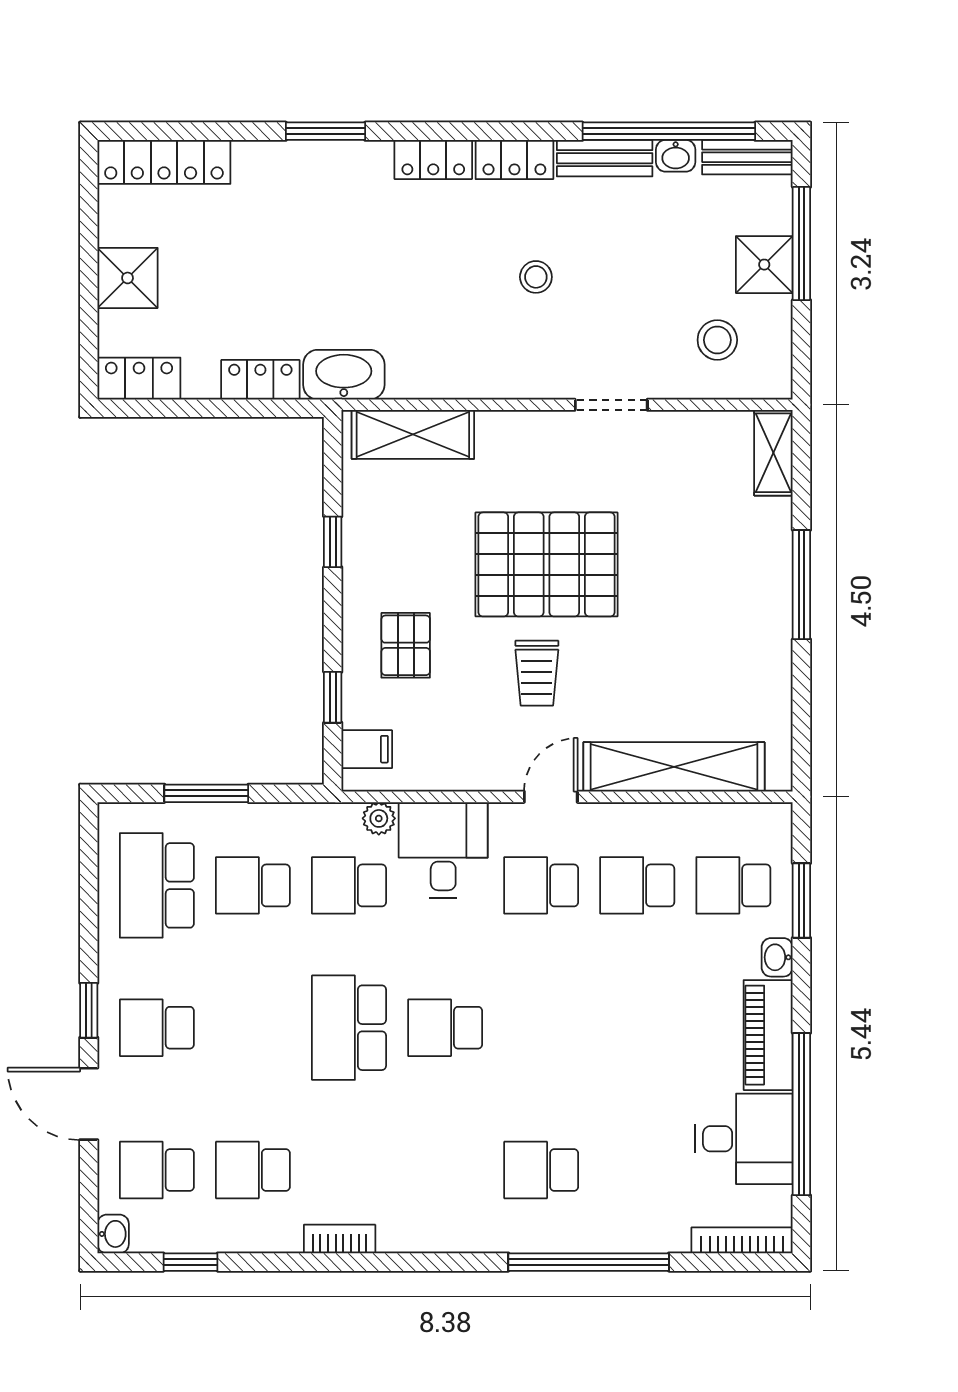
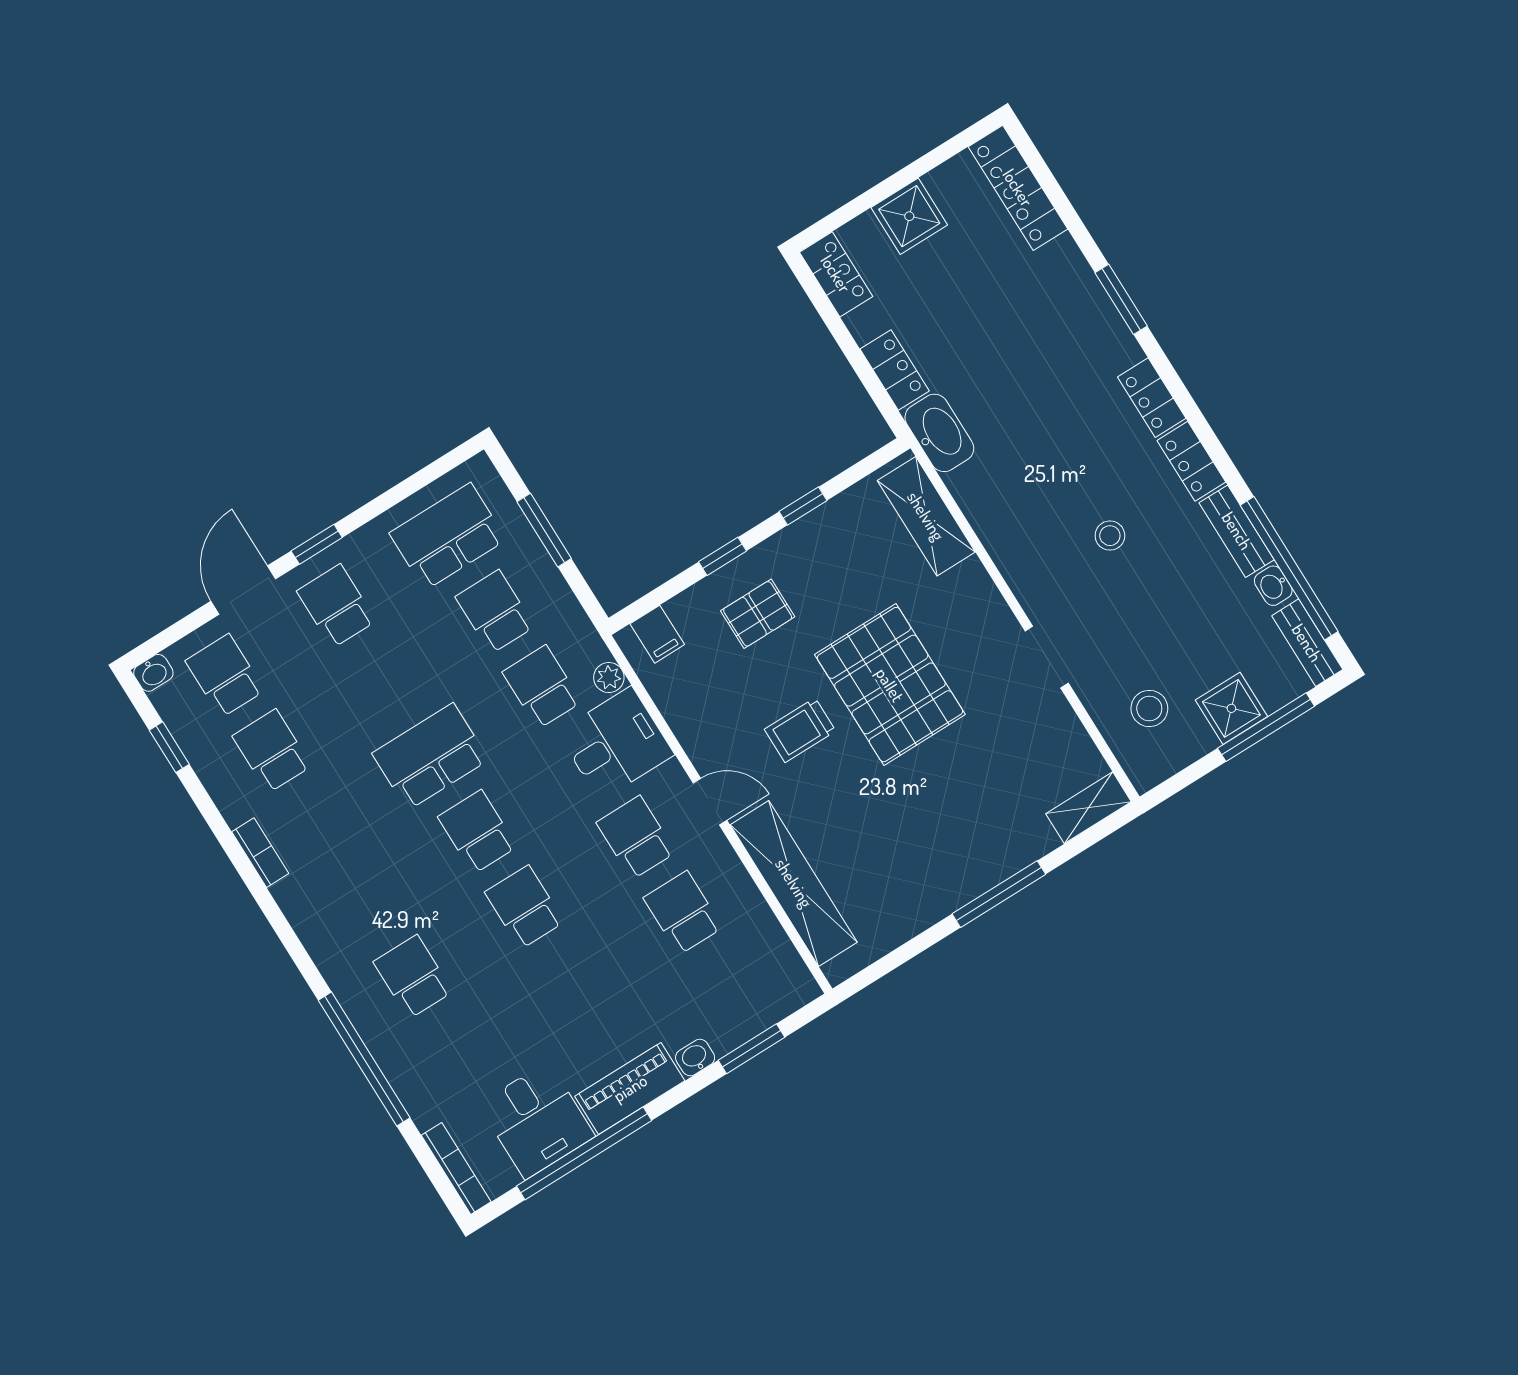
window: (333, 697) -> (722, 556), moved
school desk: (733, 885) -> (524, 907), moved

